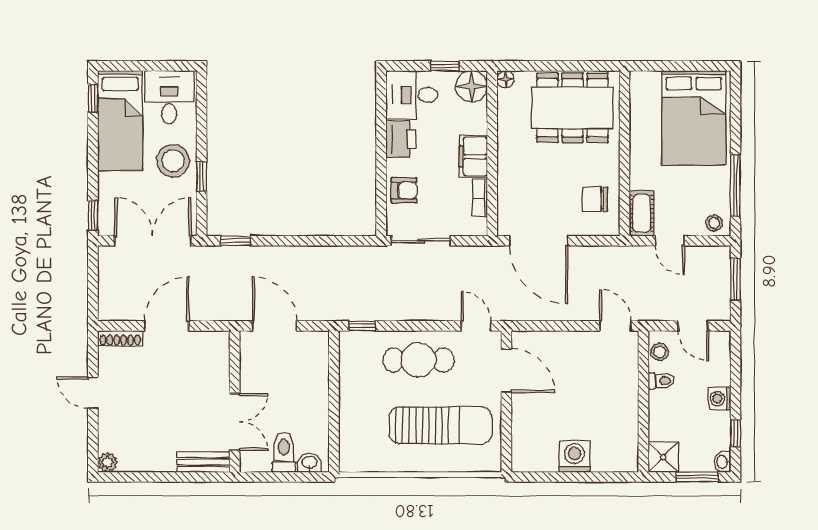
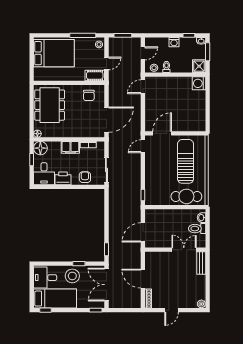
cafe table: (418, 360) -> (186, 196), moved, turned 90
washing machine: (575, 457) -> (199, 83), moved

